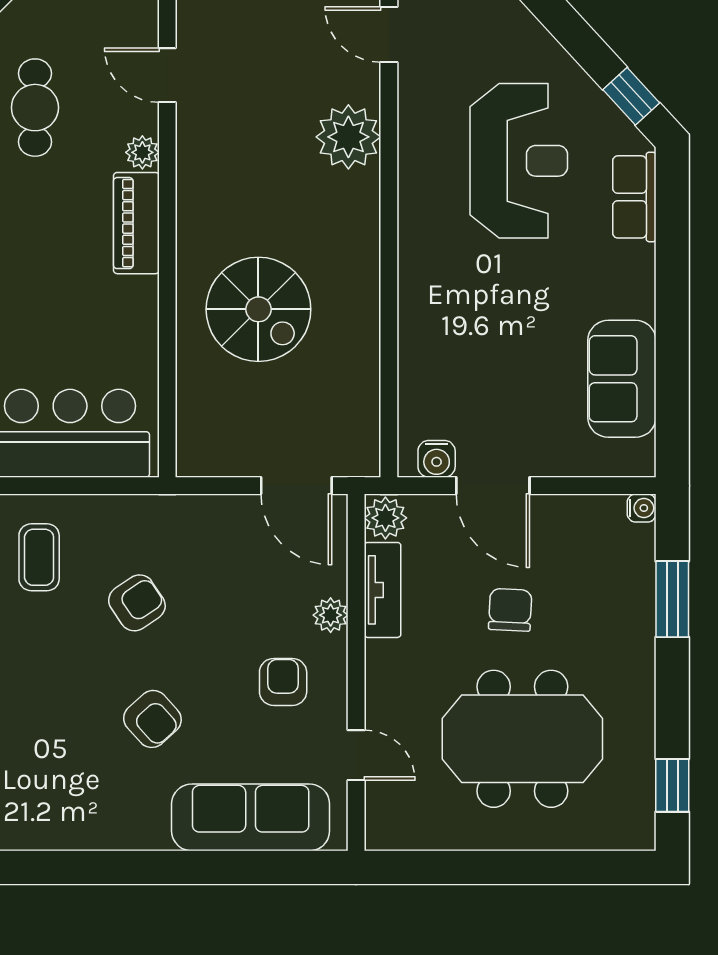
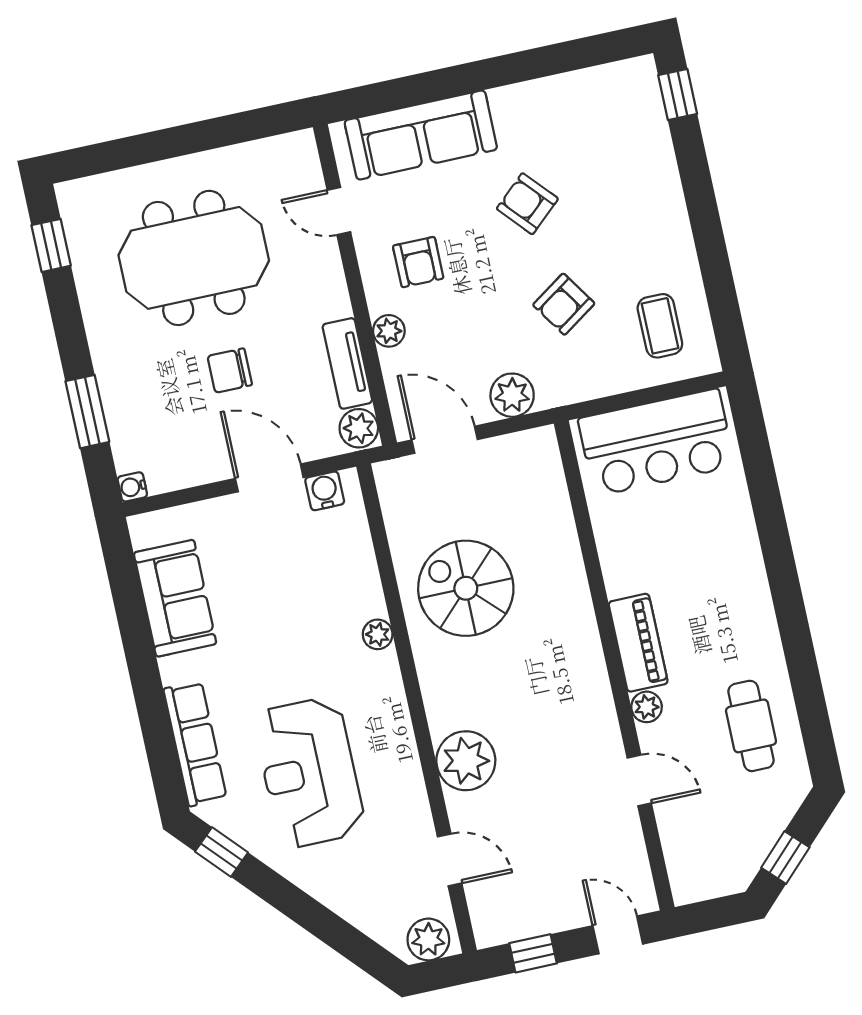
row of seats: (634, 197) -> (195, 744), width x1.48
plant: (413, 293) -> (378, 634), added
spiral stairs: (258, 309) -> (466, 588), moved
plant: (214, 518) -> (512, 395), added
chair: (510, 610) -> (230, 371), turned 87

